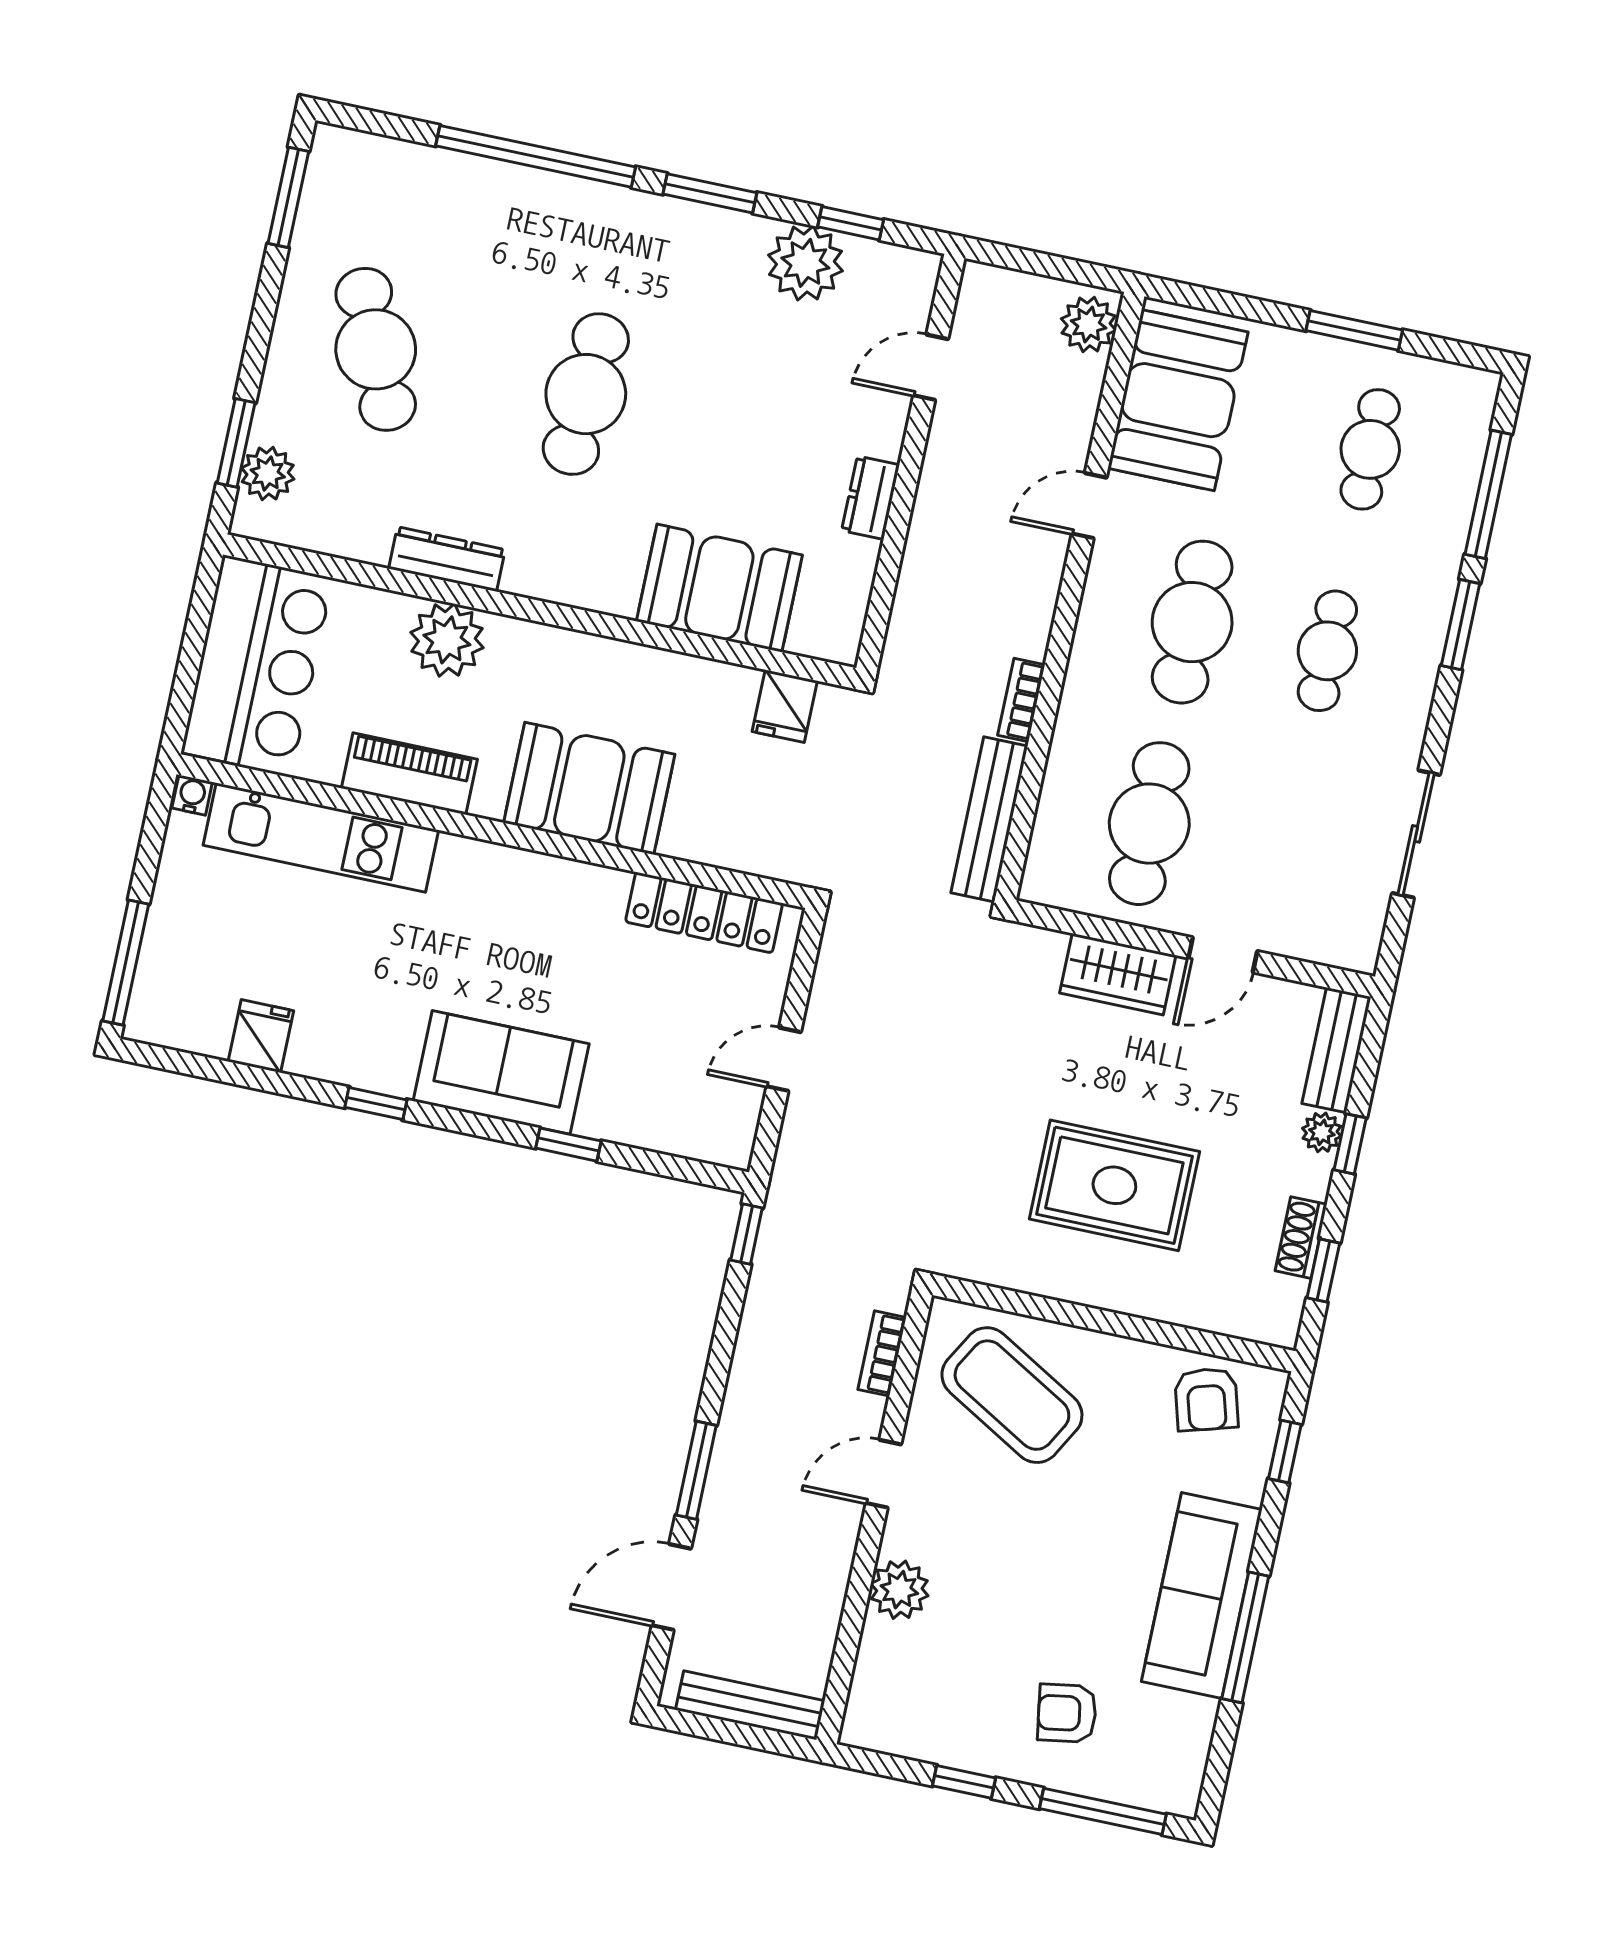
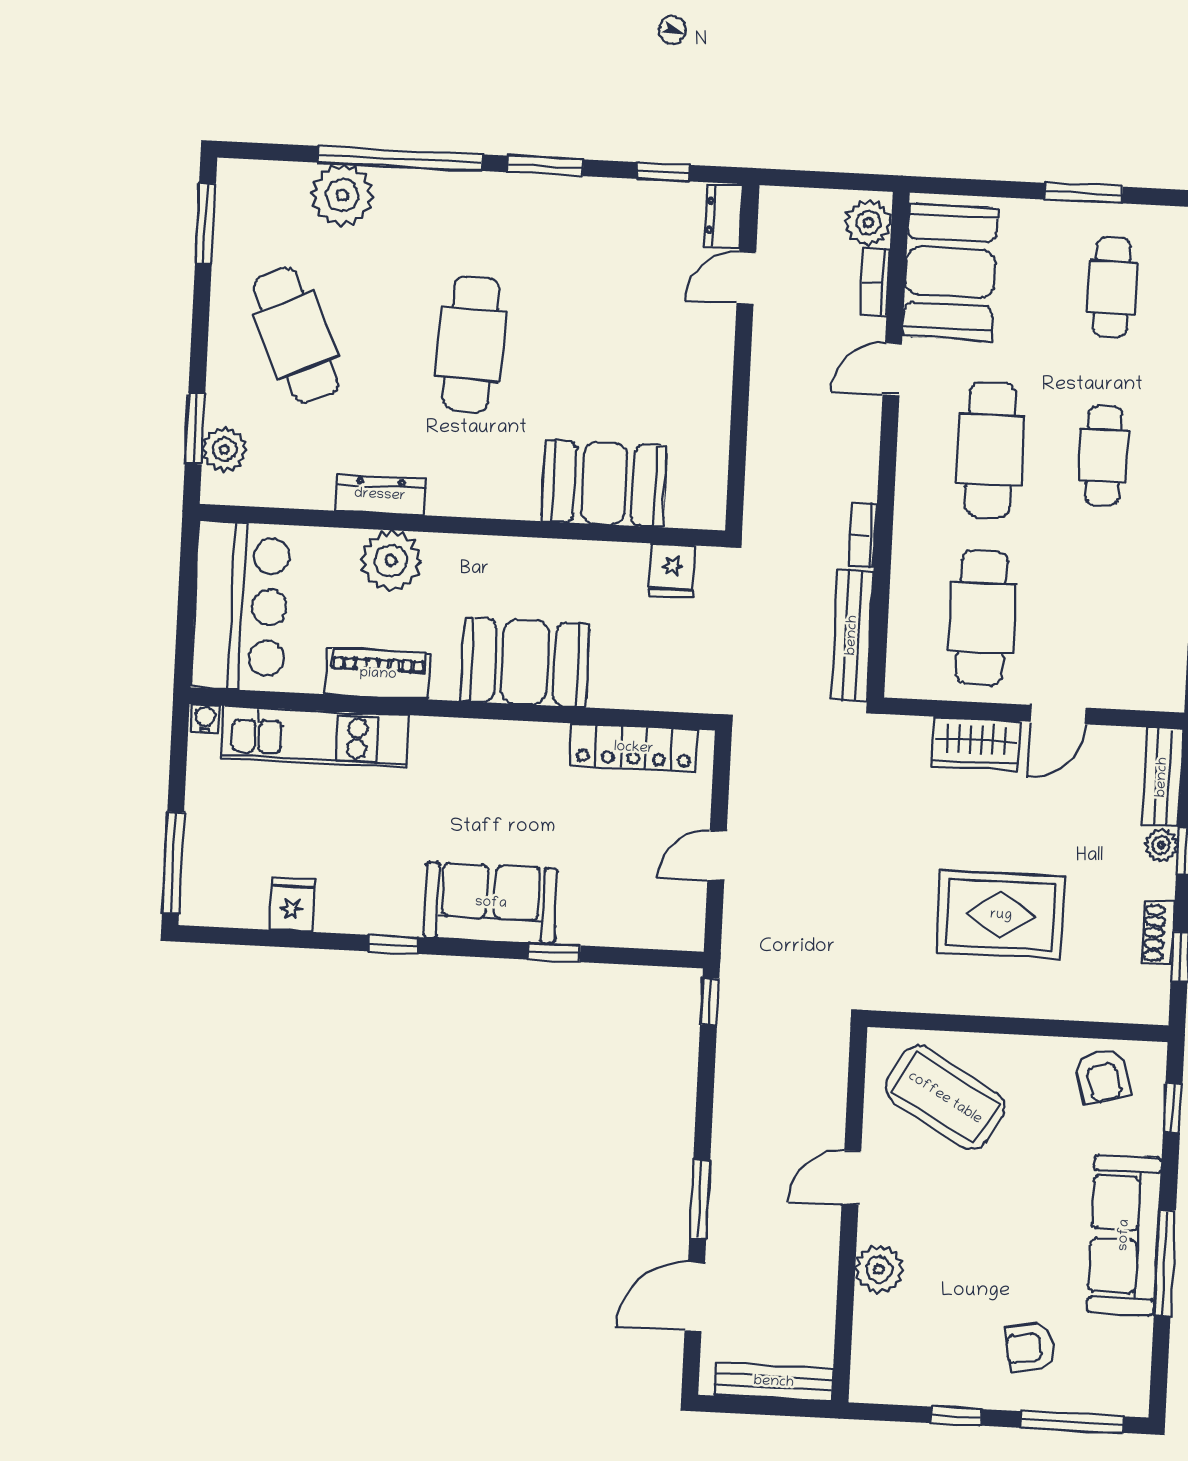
plant: (805, 263) -> (342, 195), moved
dresser: (871, 498) -> (723, 216), moved
bookcase: (882, 1353) -> (875, 282), moved

